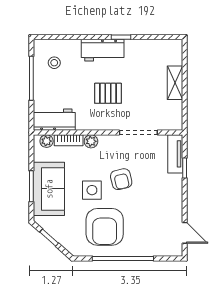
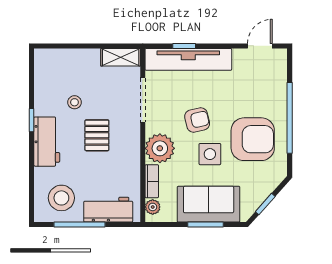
stool: (54, 63) -> (61, 198), width x1.89, depth x1.89
stool: (136, 74) -> (74, 102), added
shelving: (175, 83) -> (121, 57), moved
workbench: (54, 120) -> (108, 210), moved, turned 90
plant: (91, 141) -> (160, 148), width x1.88, depth x1.88
tv unit: (175, 154) -> (188, 59), width x1.92, depth x1.29

